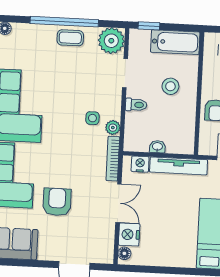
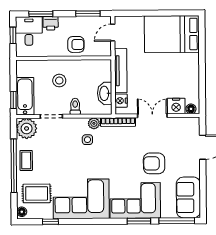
bathtub: (175, 42) -> (25, 96), moved
rug: (27, 49) -> (37, 193), added
washbasin: (157, 147) -> (105, 93), width x1.91, depth x1.45

